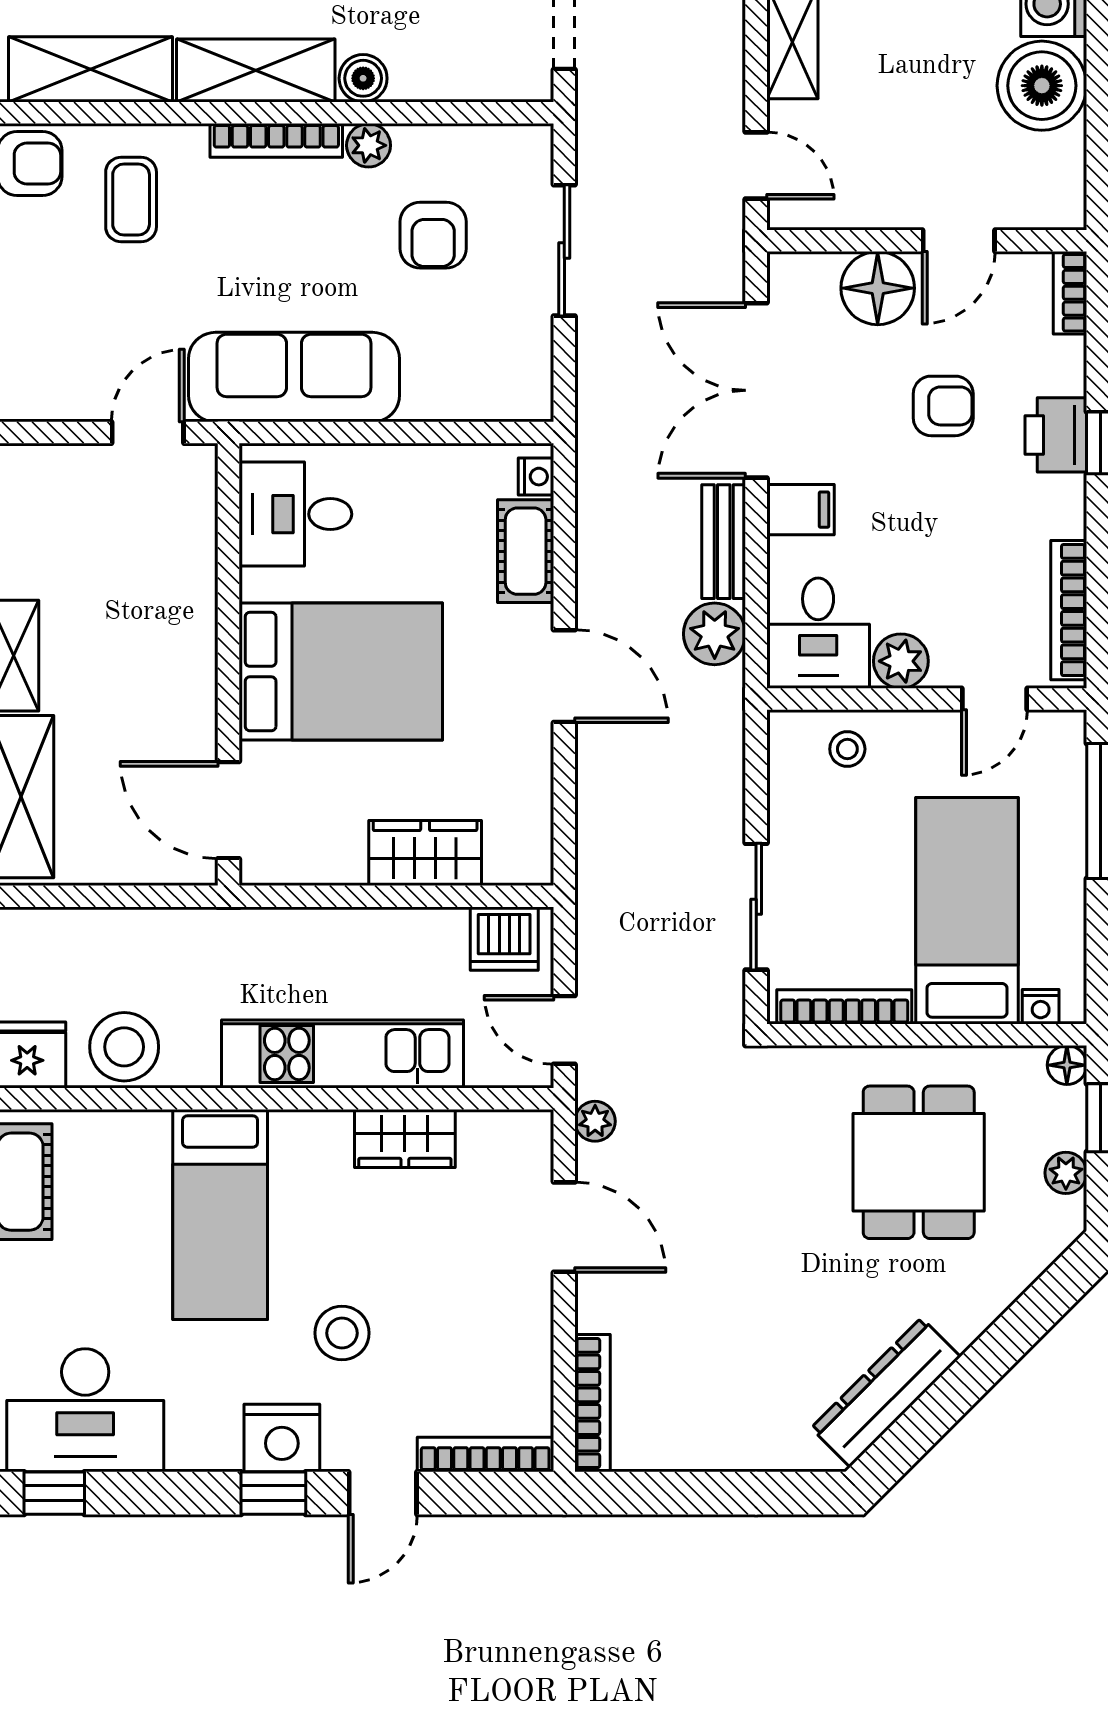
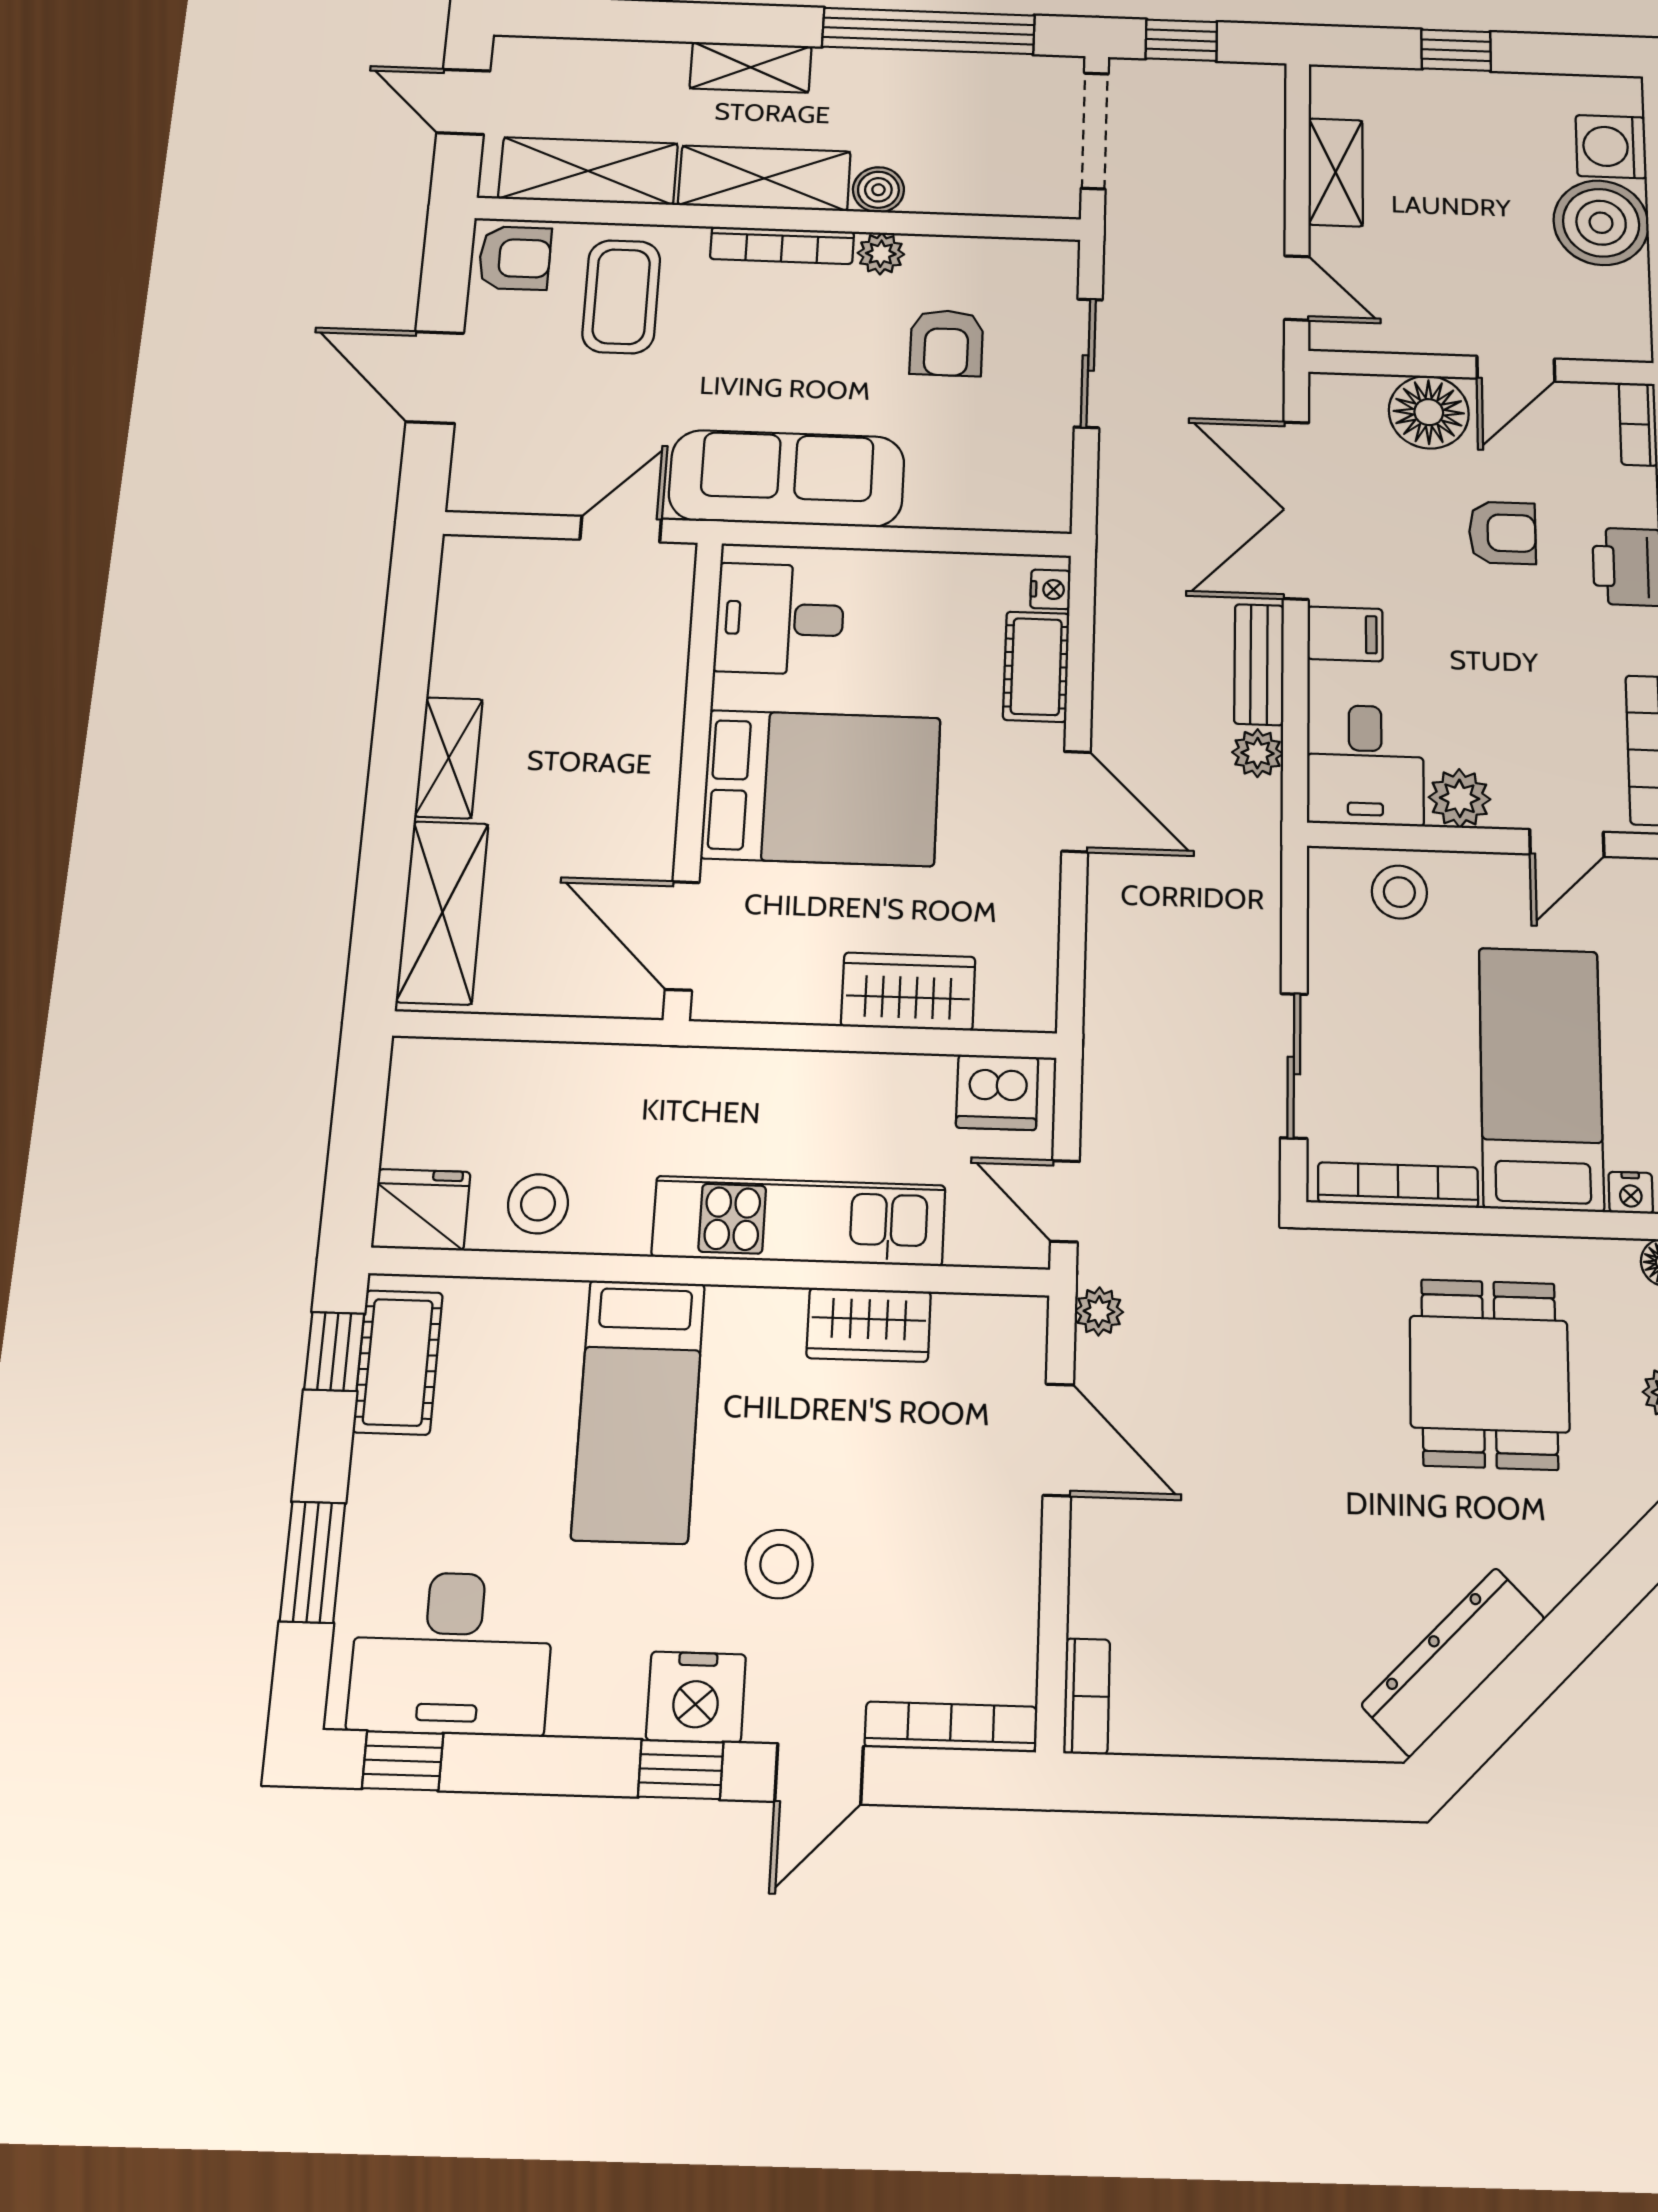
coffee table: (131, 199) -> (621, 297), width x1.36, depth x1.30
plant: (715, 634) -> (1257, 753), width x0.73, depth x0.73
stool: (847, 749) -> (1399, 892), width x1.37, depth x1.37
stool: (124, 1047) -> (538, 1204), width x0.73, depth x0.73
bookcase: (593, 1403) -> (1087, 1696), width x0.64

